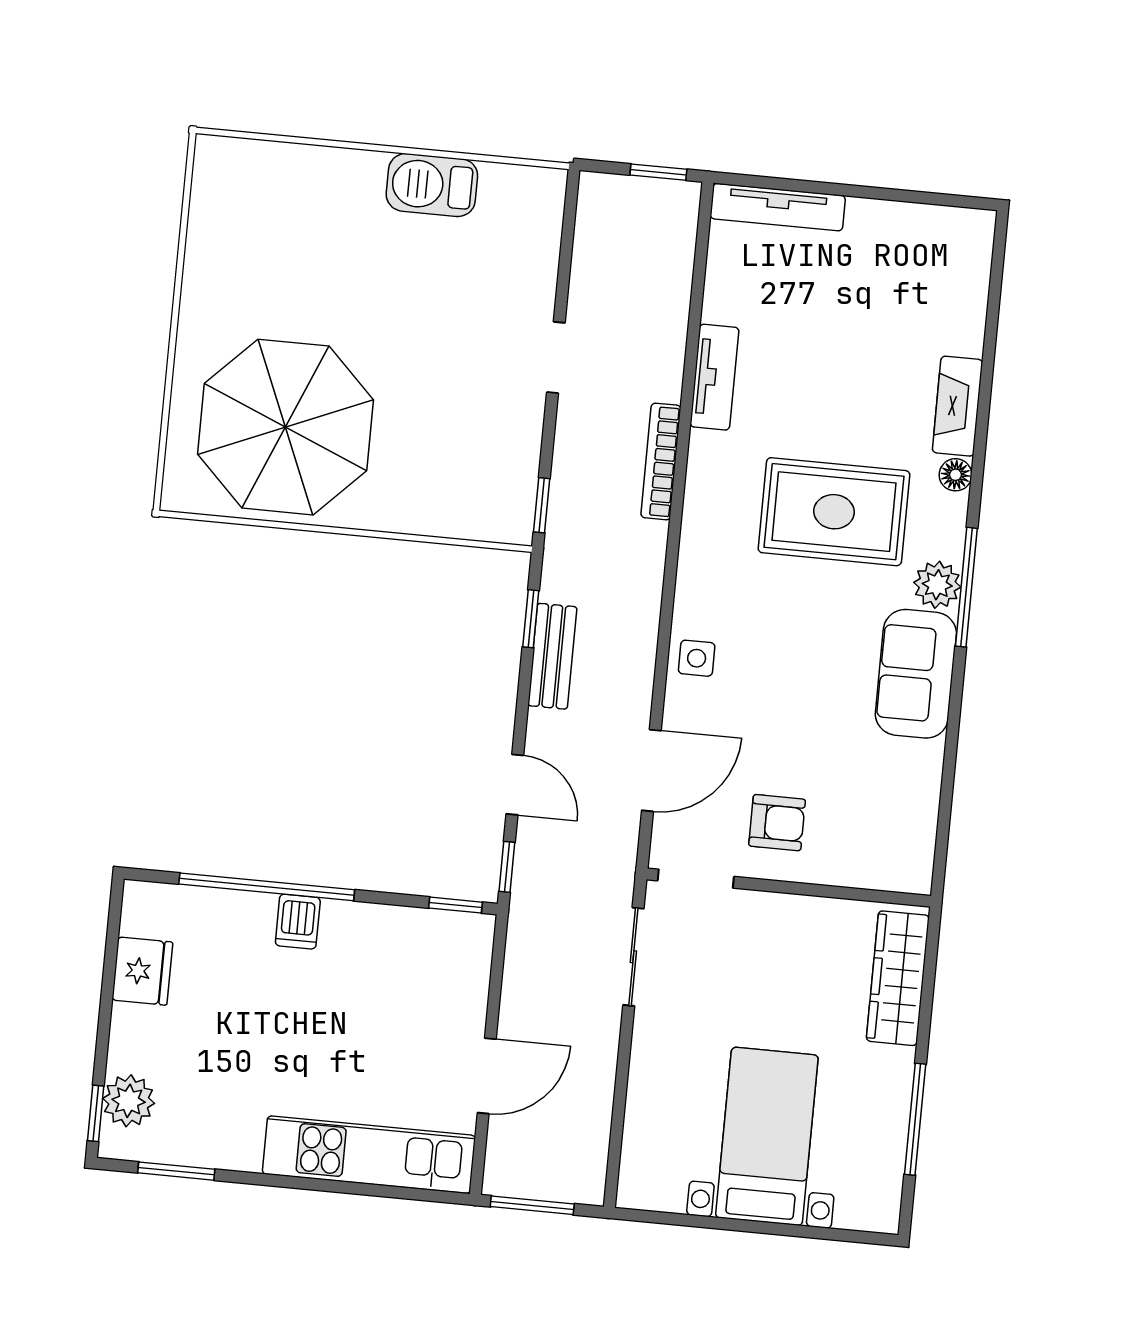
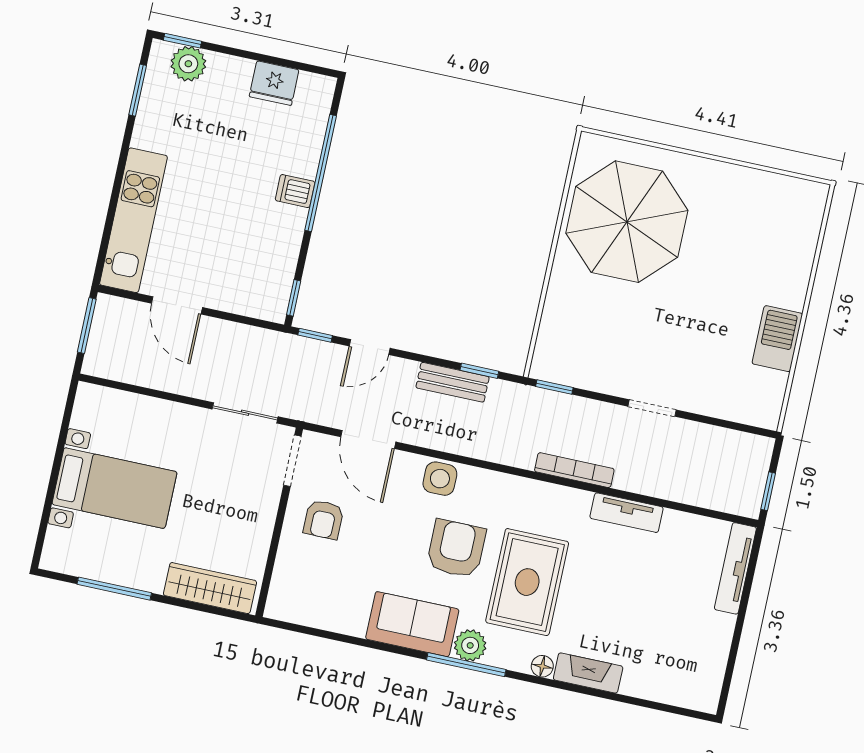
armchair: (797, 622) -> (456, 549), added
side table: (697, 658) -> (440, 479), width x1.37, depth x1.37

